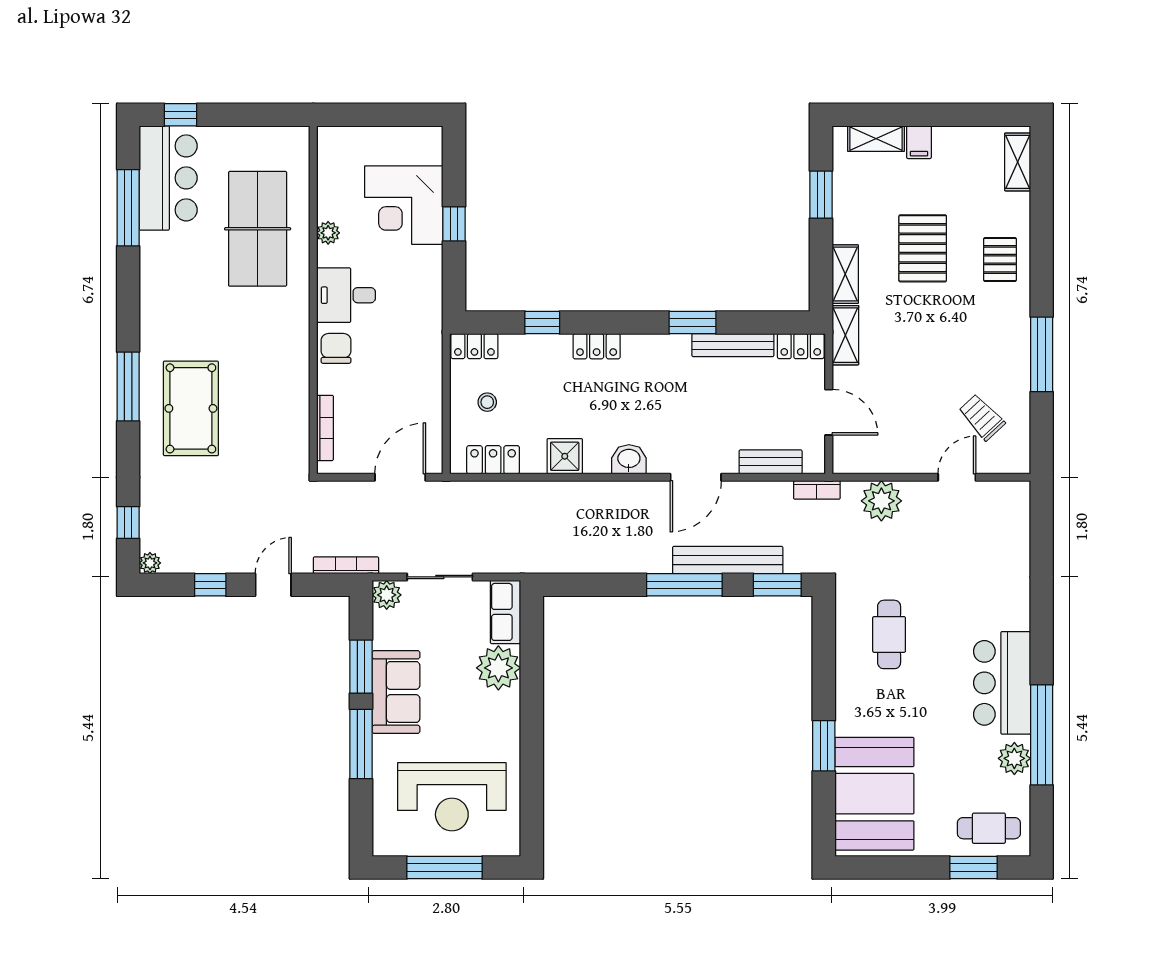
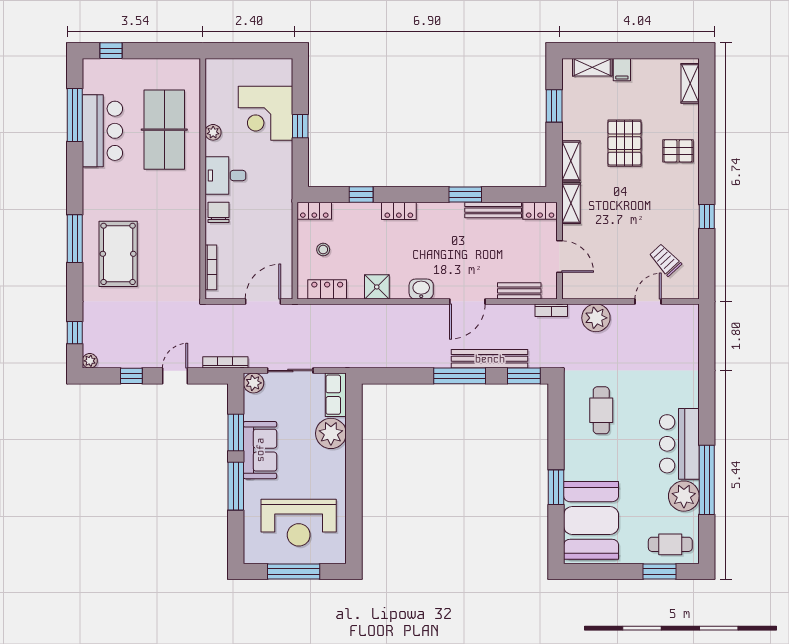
bar counter: (168, 178) -> (102, 131), moved
pallet: (1000, 260) -> (678, 151), turned 90
window: (1042, 354) -> (707, 217), width x0.46
plant: (1014, 758) -> (684, 496), width x1.36, depth x1.36

